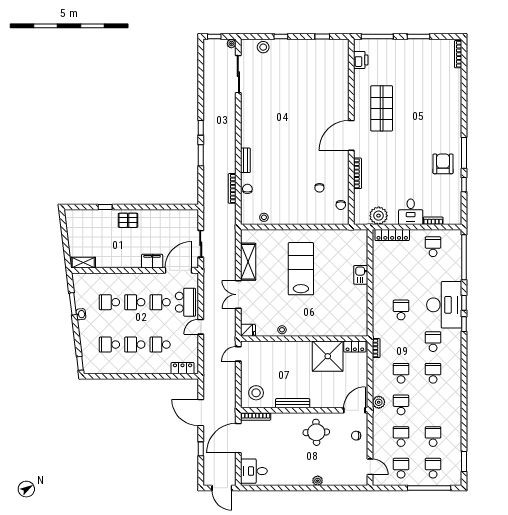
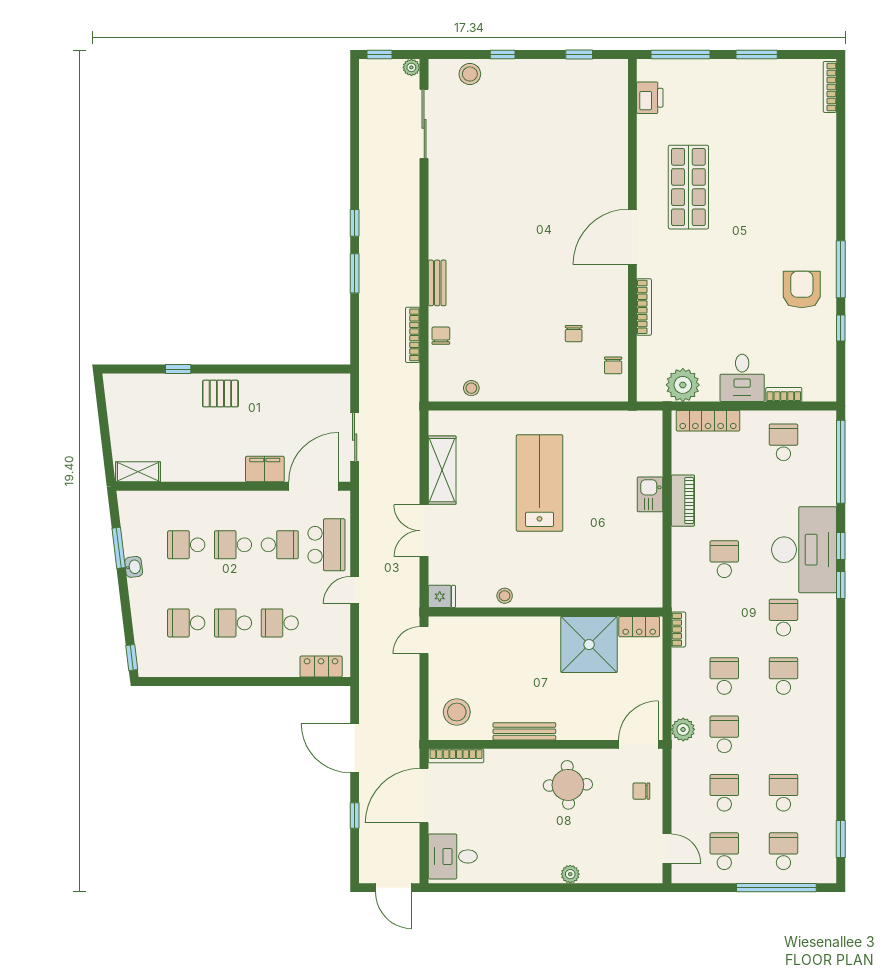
piano: (379, 278) -> (683, 501), added
school desk: (160, 302) -> (280, 545), turned 180

